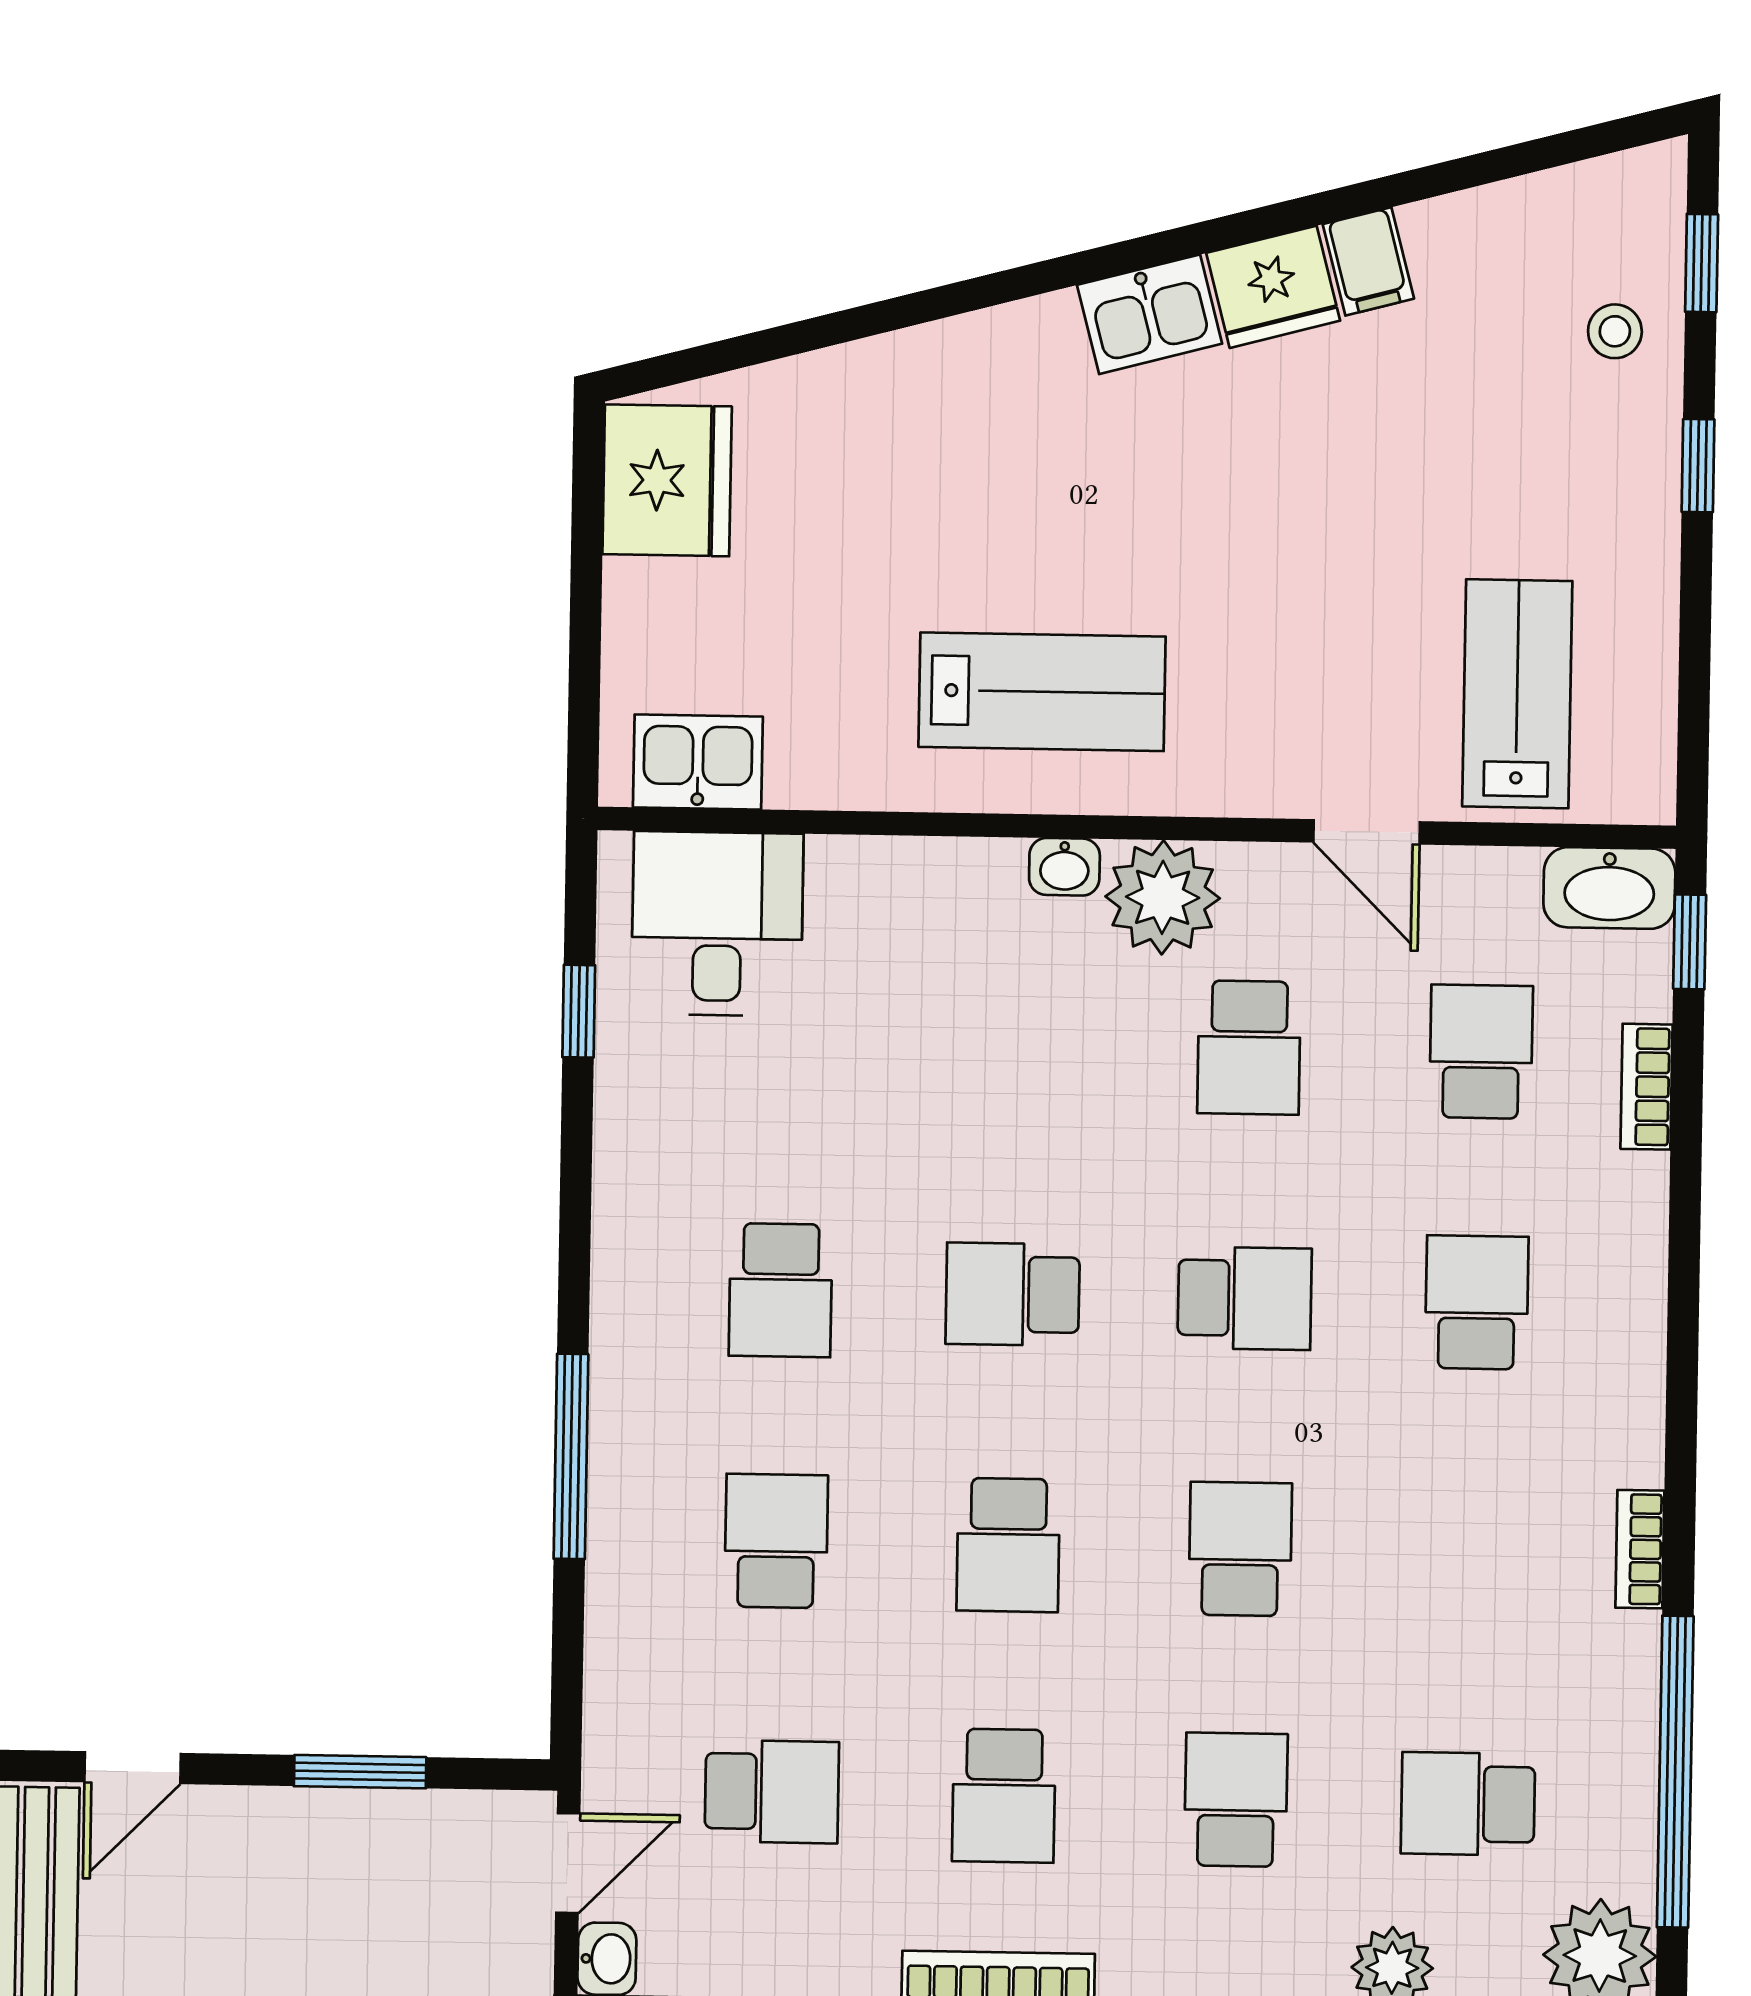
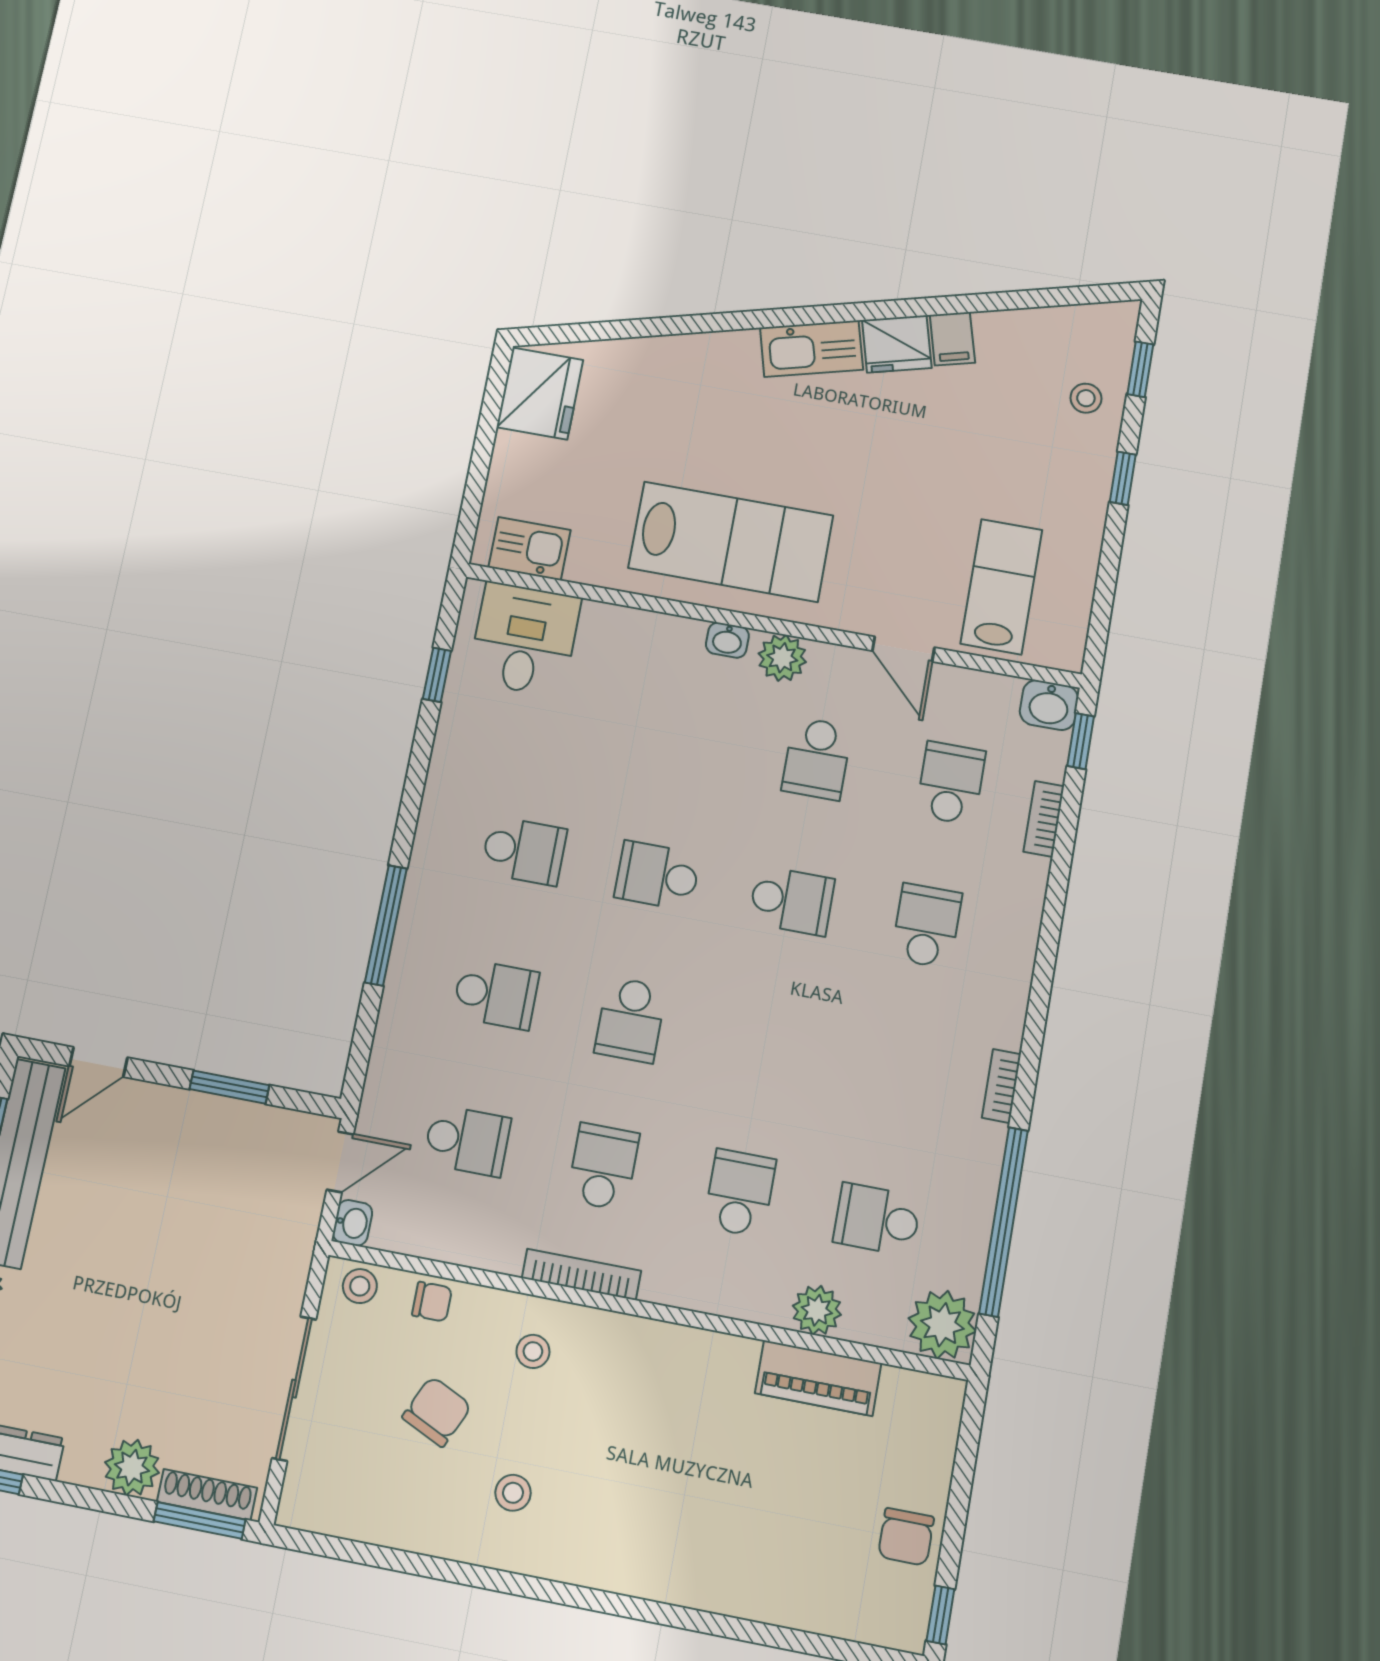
kitchen sink: (1150, 314) -> (812, 349), width x1.38
lab bench: (1042, 692) -> (731, 542), width x1.36, depth x1.39
washbasin: (1609, 888) -> (1049, 705), width x0.72
plant: (1163, 897) -> (782, 658), width x0.73, depth x0.73
school desk: (781, 1290) -> (524, 851), turned -90
school desk: (776, 1541) -> (496, 994), turned 90
school desk: (1240, 1549) -> (766, 1045), removed
school desk: (1004, 1796) -> (603, 1167), turned 180

